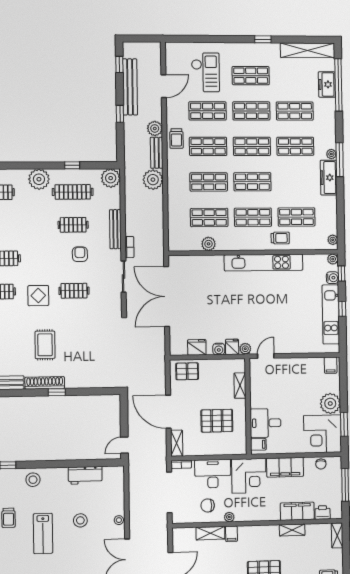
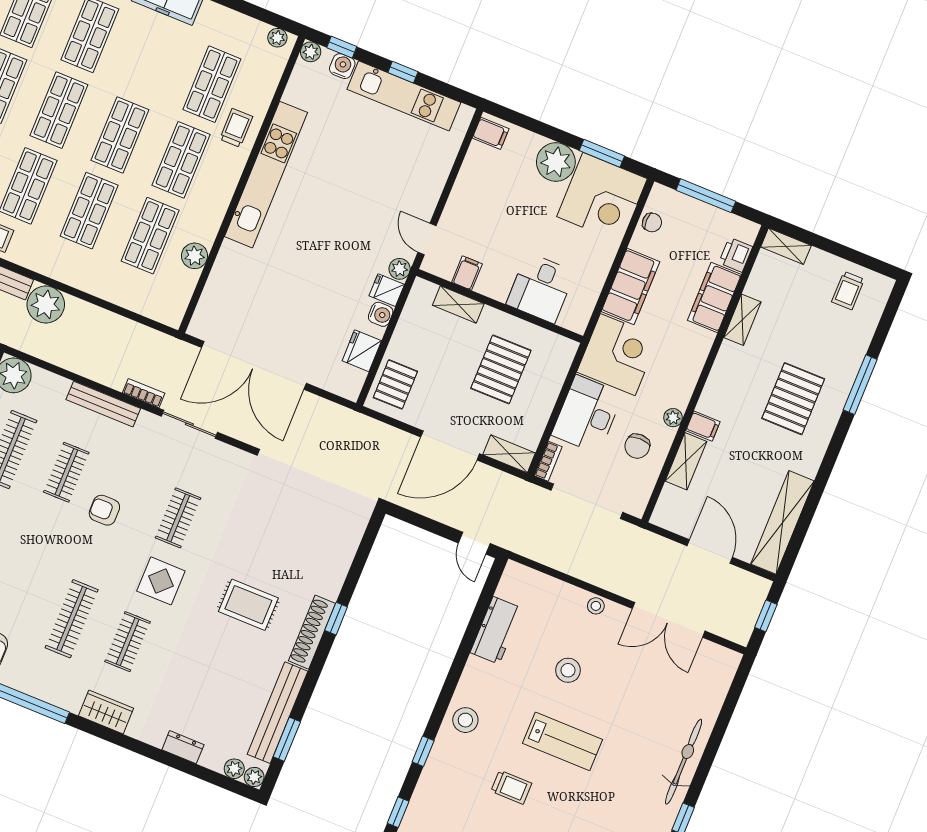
armchair: (80, 254) -> (104, 510), moved
filing cabinet: (258, 444) -> (467, 273), moved

